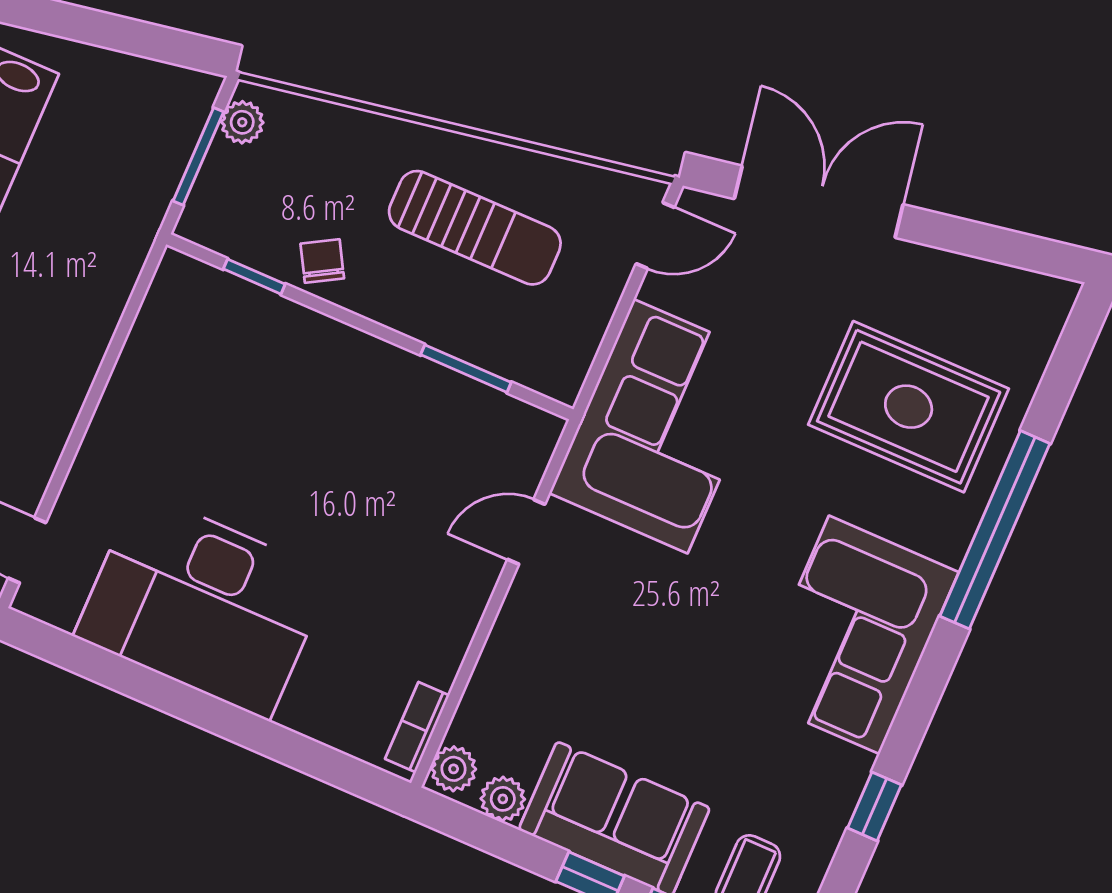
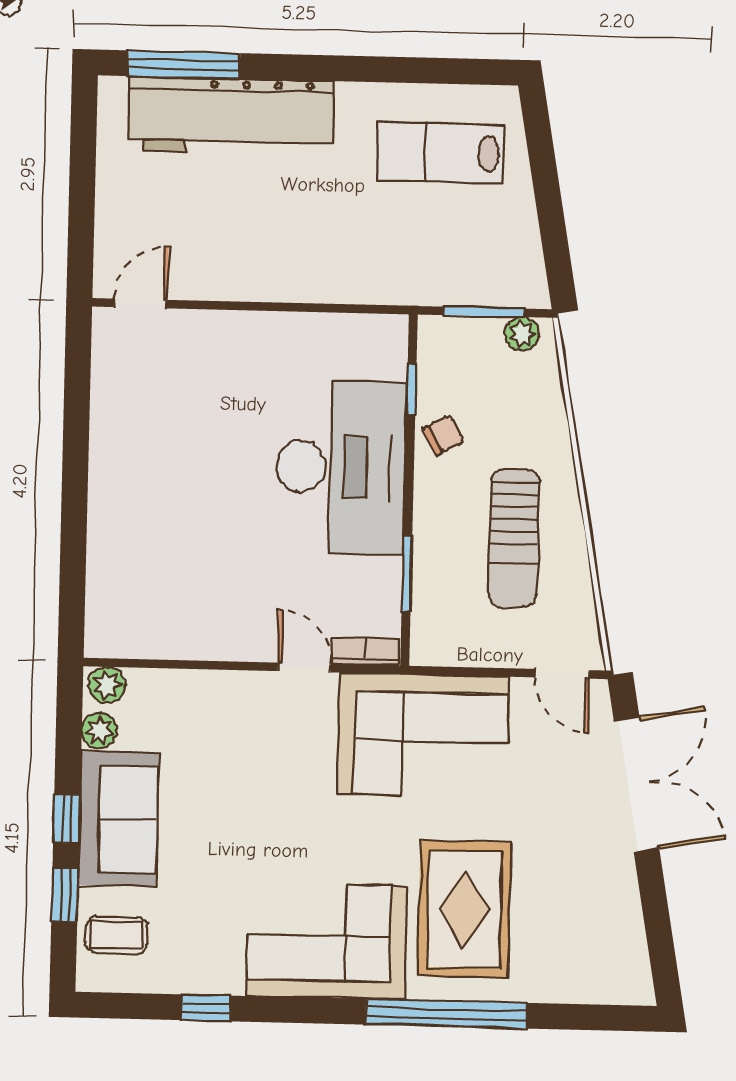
rug: (909, 407) -> (464, 909), moved
desk: (203, 605) -> (341, 467), moved, turned 180
bookcase: (417, 727) -> (365, 651), moved

